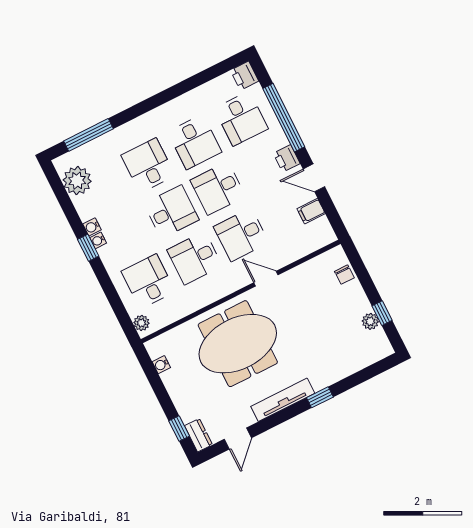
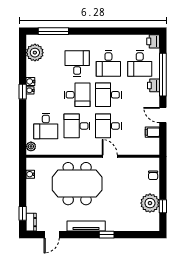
printer: (287, 158) -> (153, 85), moved
desk: (148, 281) -> (46, 126), turned 180
plant: (370, 321) -> (150, 203), width x1.87, depth x1.87

